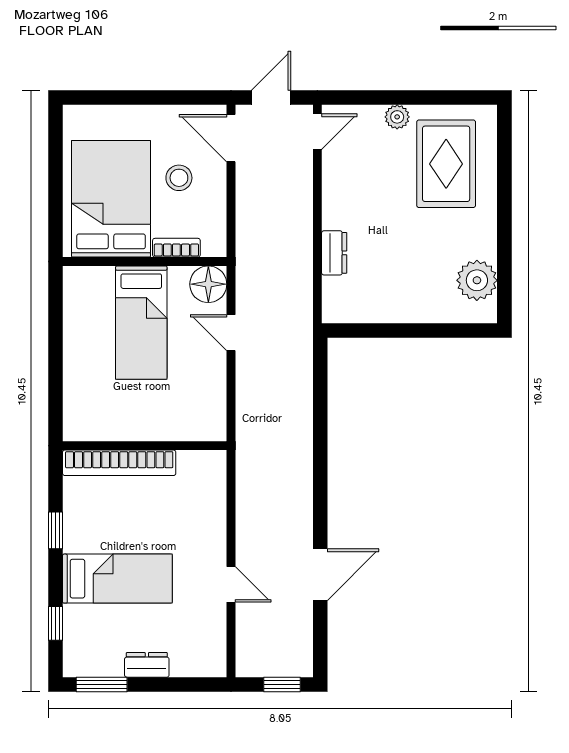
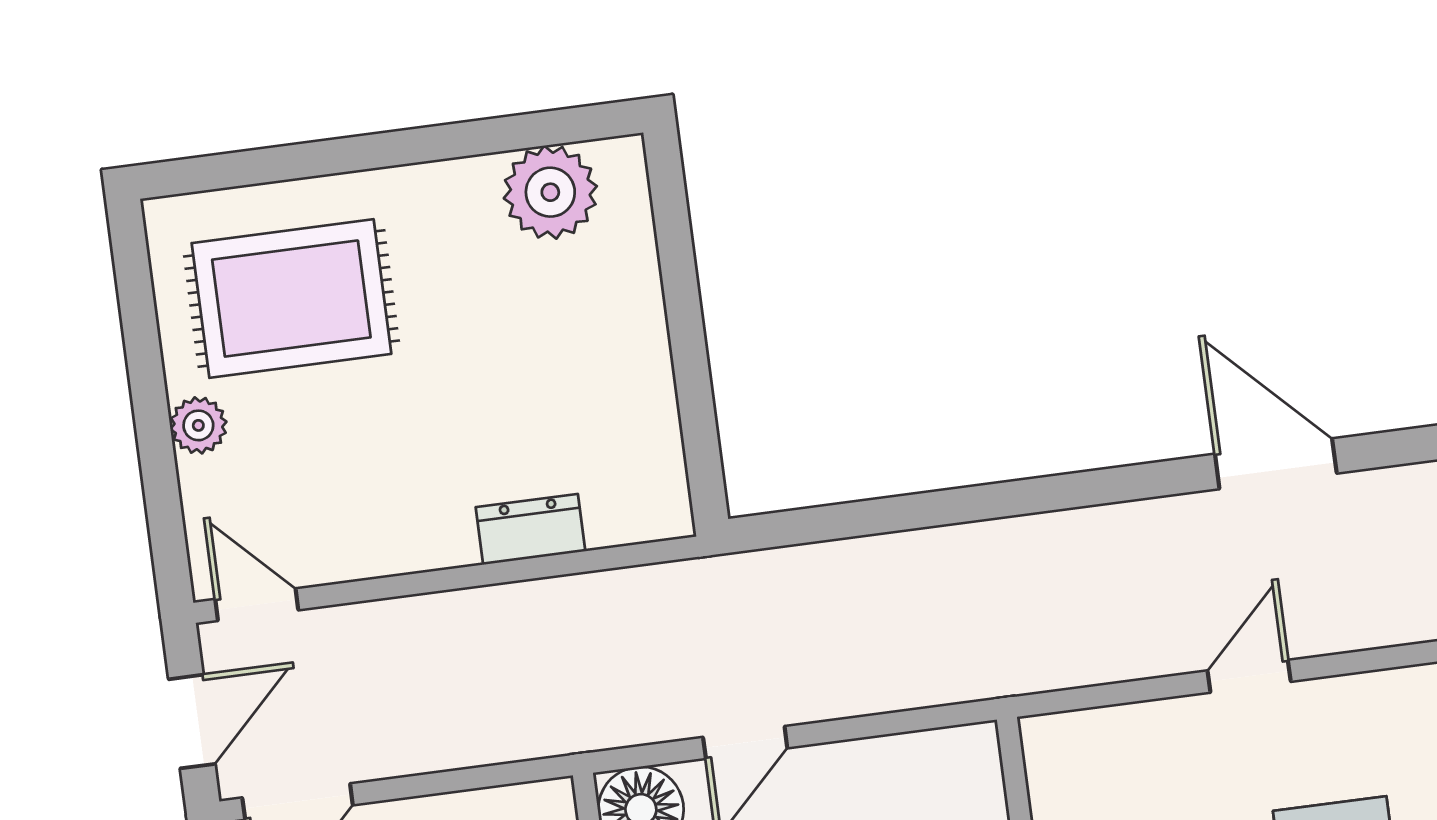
door: (271, 97) -> (192, 722), swing flipped
door: (231, 584) -> (1249, 676), moved

